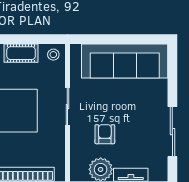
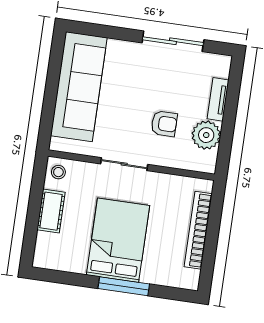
armchair: (105, 134) -> (164, 124), turned 180

